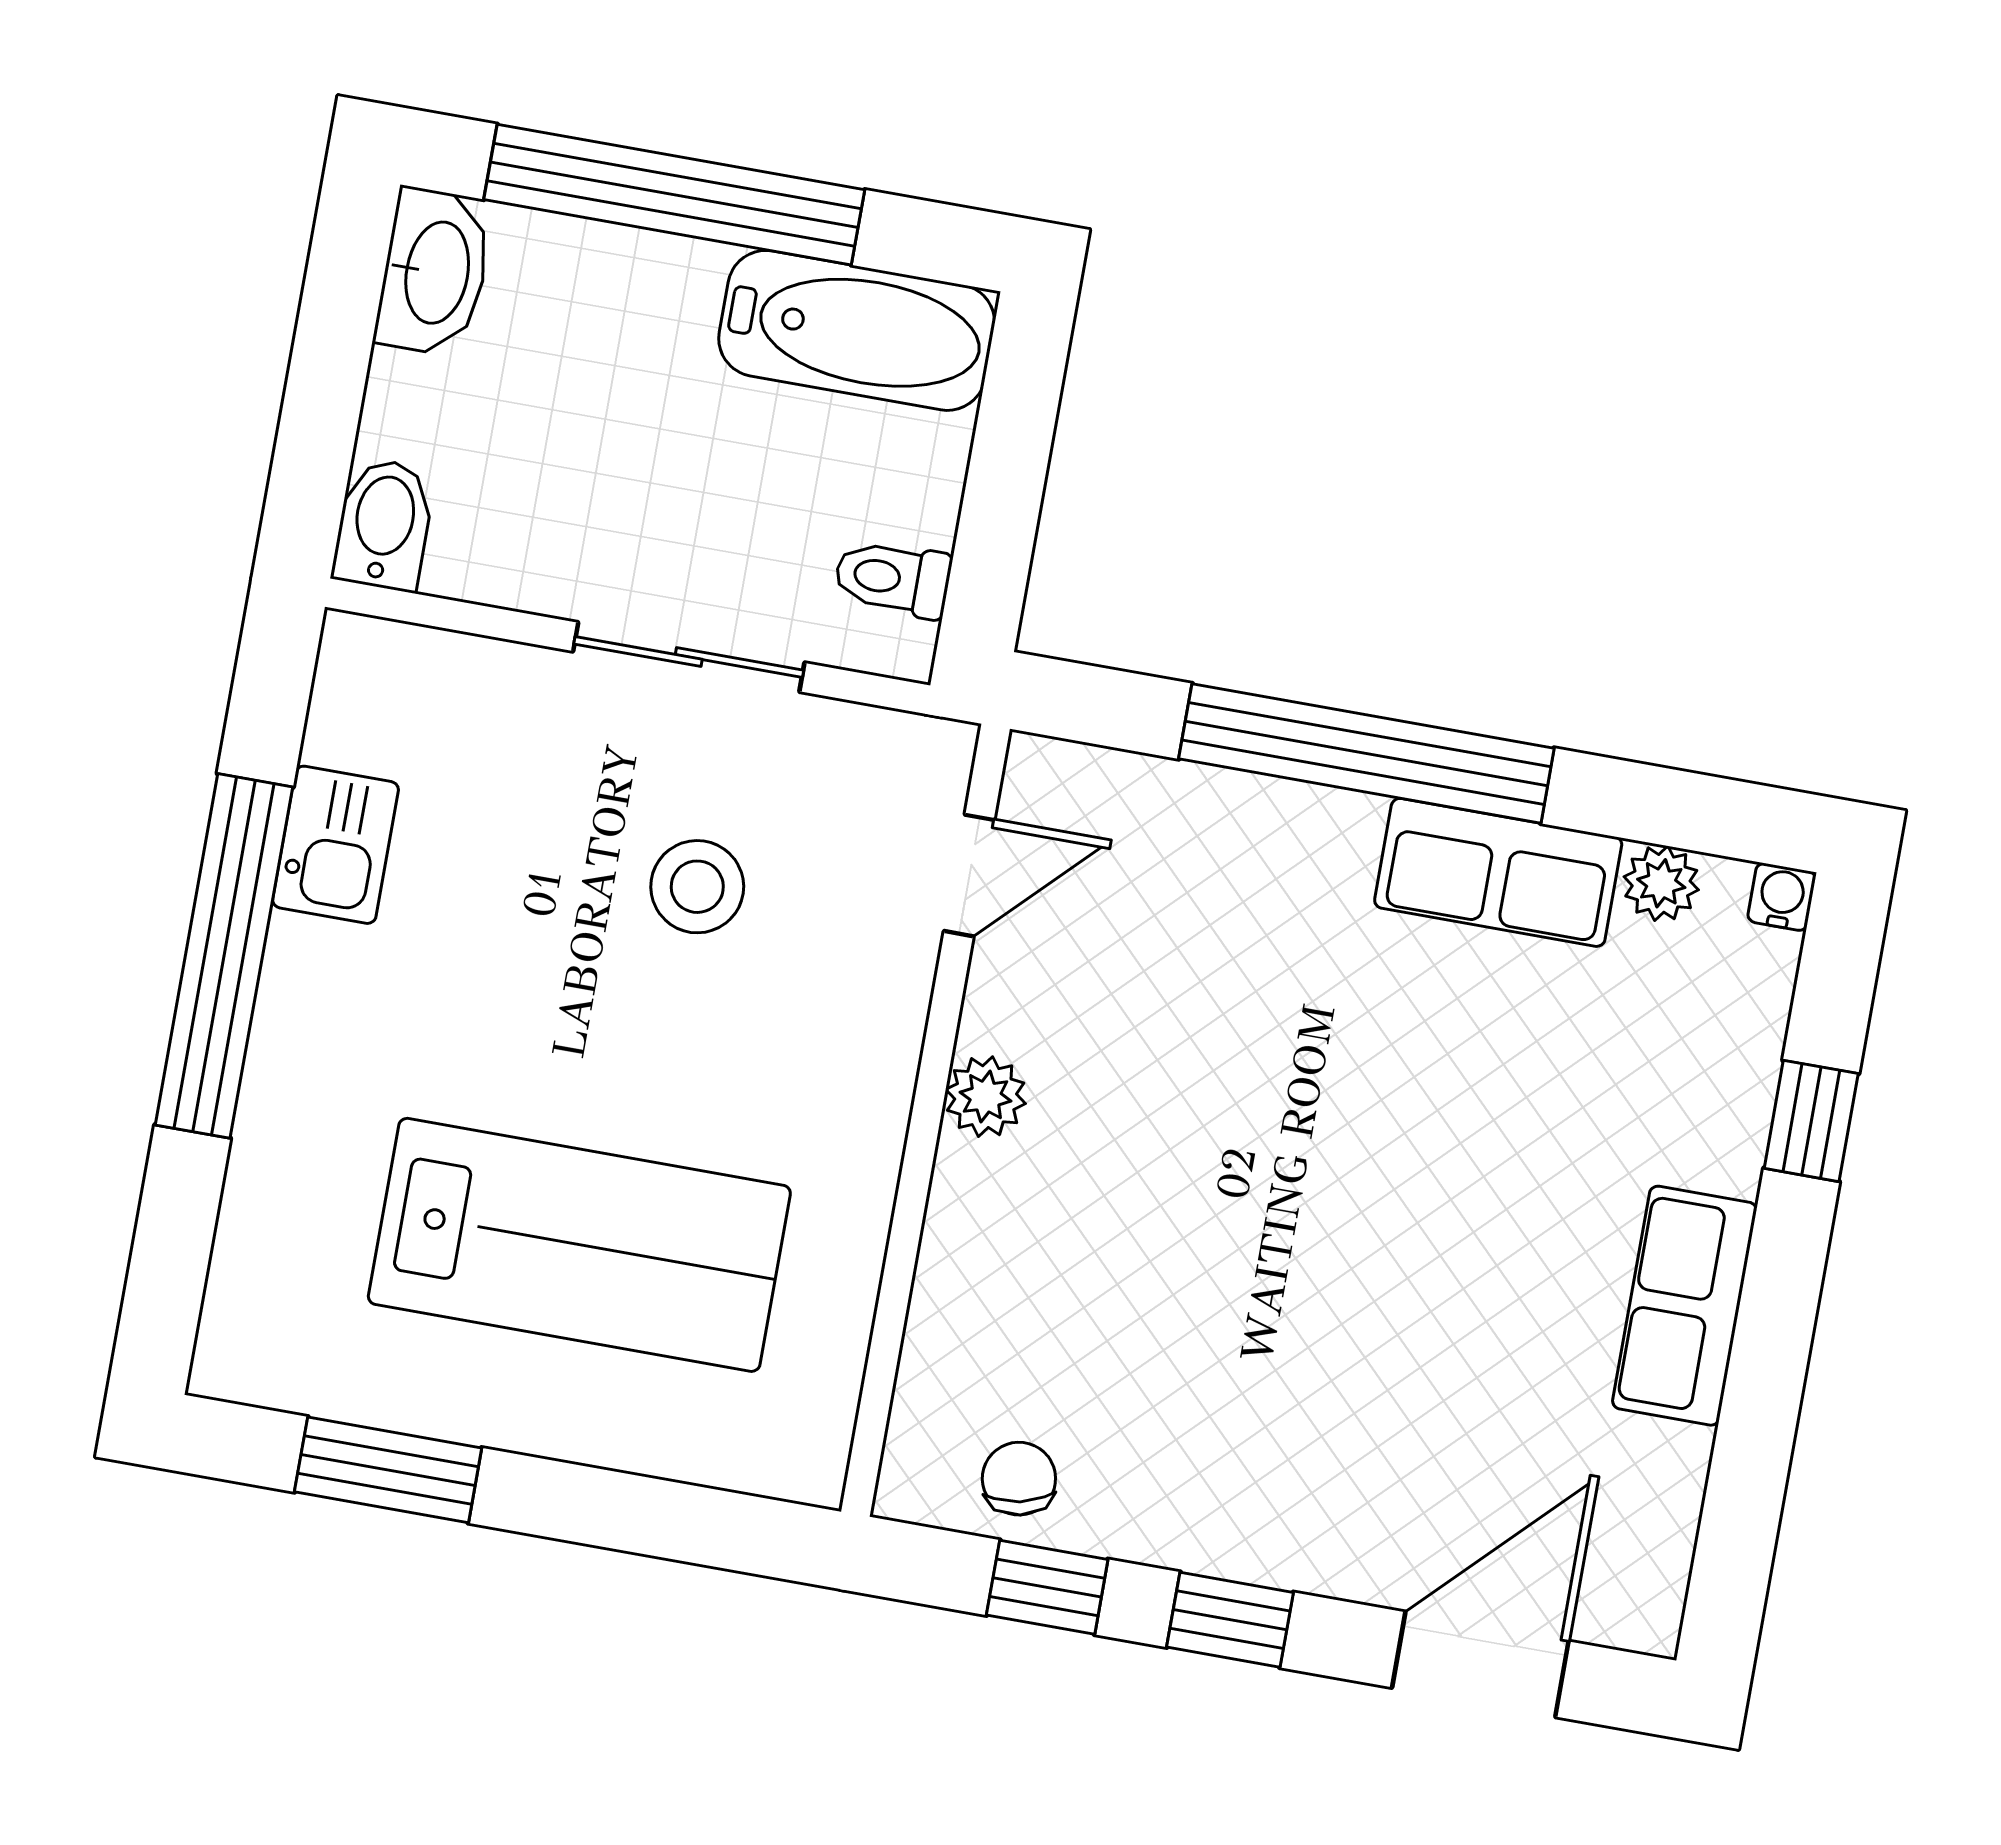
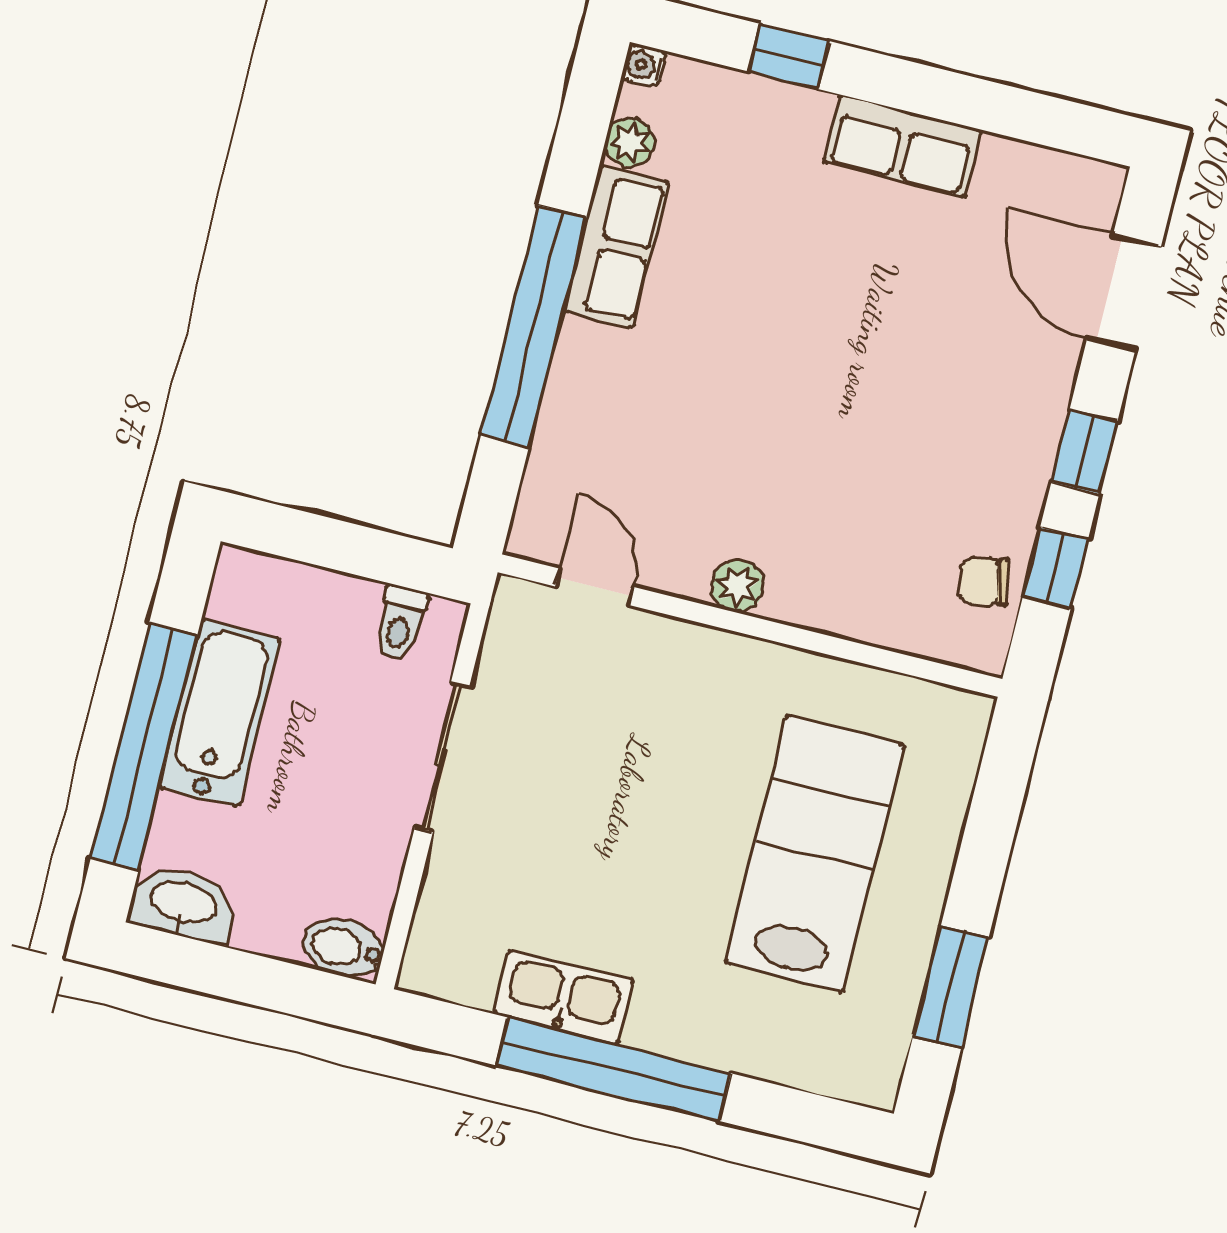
bathtub: (857, 330) -> (220, 713), moved
kitchen sink: (336, 845) -> (564, 997), width x1.38
stool: (697, 887) -> (590, 762), removed

